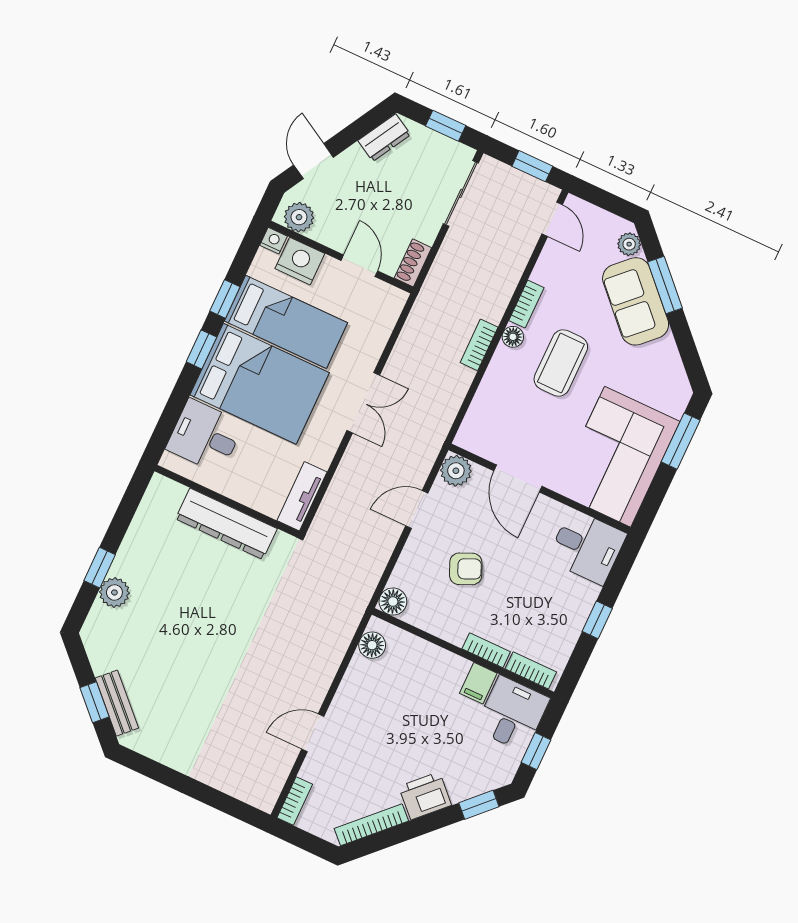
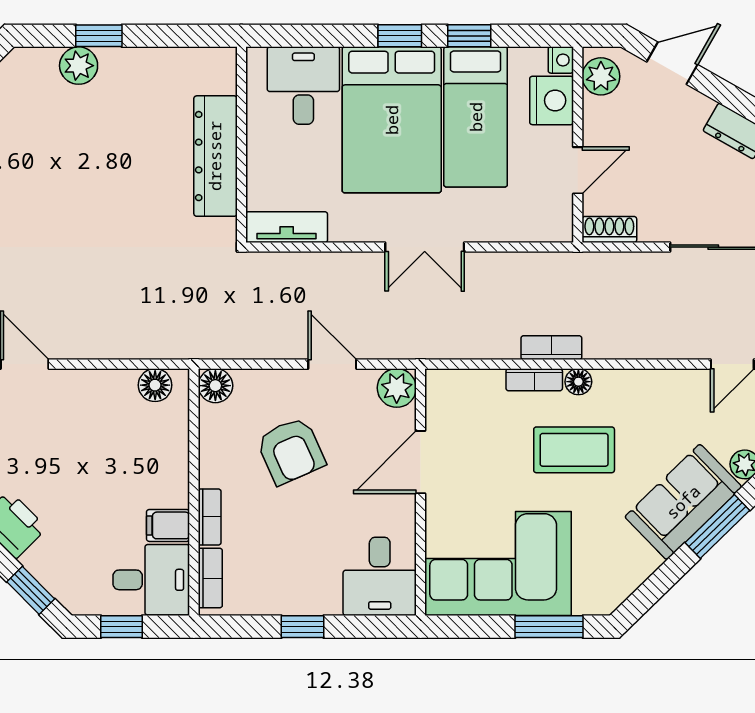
bookcase: (526, 304) -> (534, 380), moved
armchair: (466, 569) -> (291, 451), width x1.38, depth x1.38

